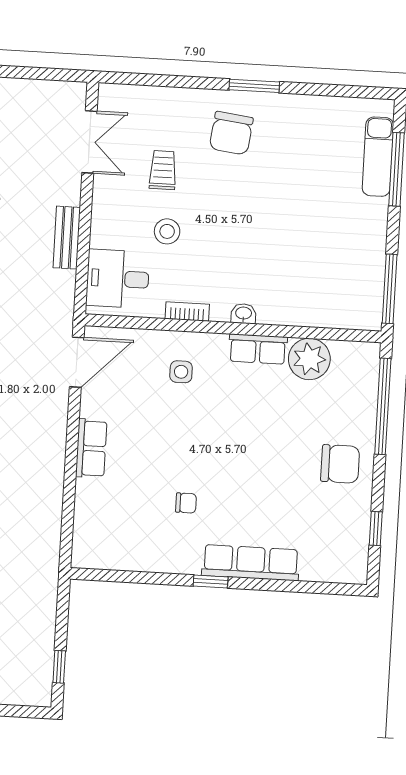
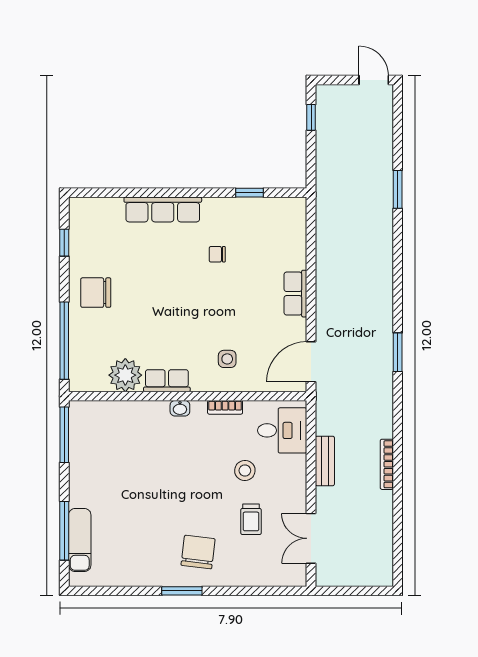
window: (211, 581) -> (250, 193), moved

